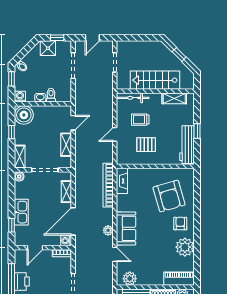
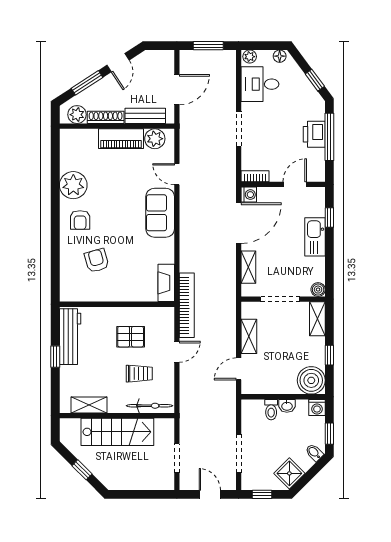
door: (92, 38) -> (210, 494), hinge flipped
shower: (48, 48) -> (289, 473), moved, turned 45
bookcase: (108, 185) -> (187, 305), moved
armchair: (169, 196) -> (97, 261), width x0.53, depth x0.53
plant: (108, 230) -> (187, 210), removed
piano: (179, 279) -> (121, 139), moved

